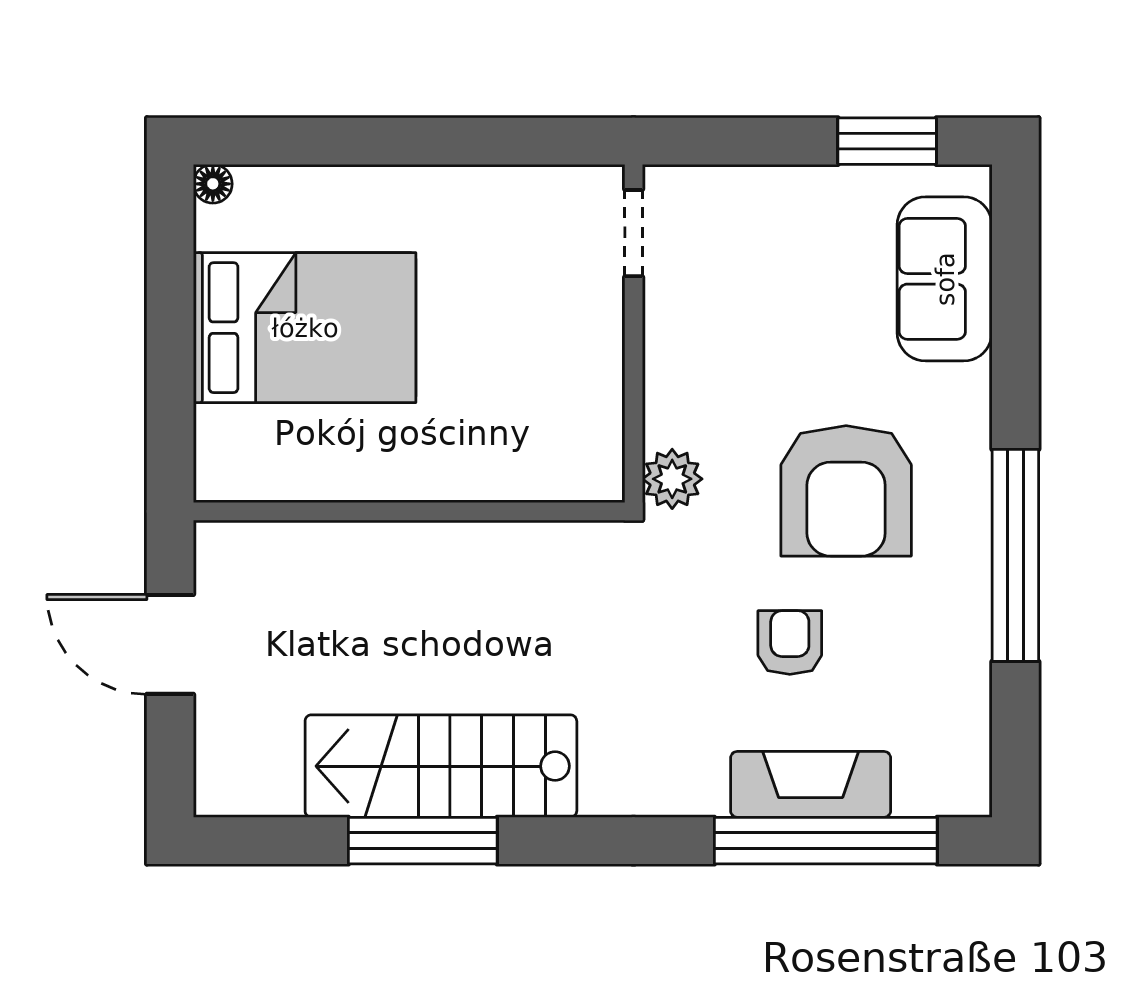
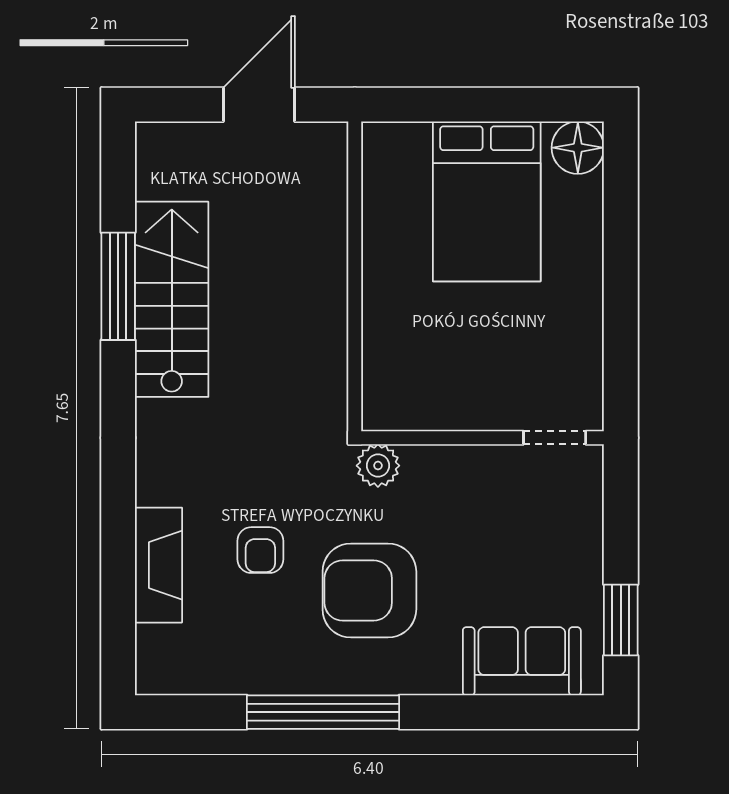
floor lamp: (213, 184) -> (578, 148), width x1.89, depth x1.89
armchair: (790, 643) -> (260, 550), turned 90
window: (826, 841) -> (118, 576), removed

